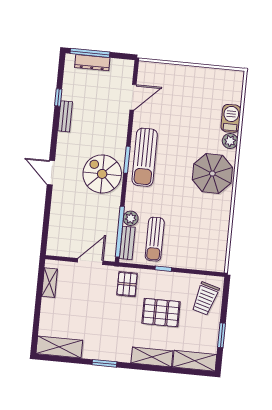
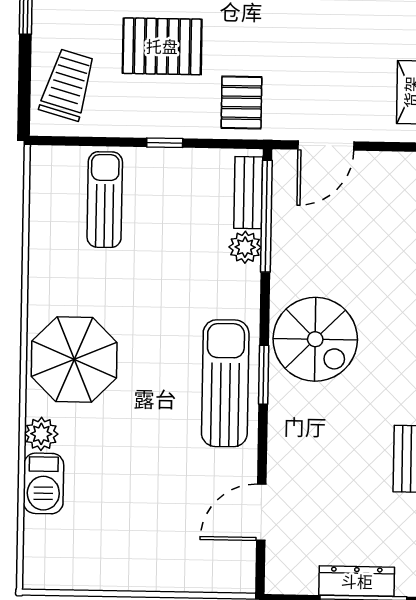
sun lounger: (155, 239) -> (105, 200), moved

